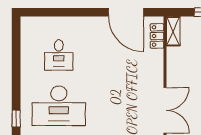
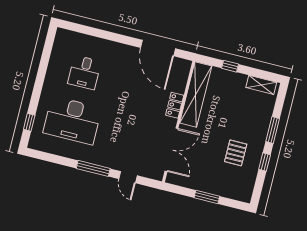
shelving: (173, 31) -> (196, 94), width x2.20, depth x1.33
locker: (157, 36) -> (175, 105), moved

